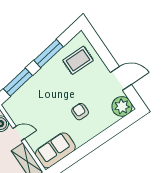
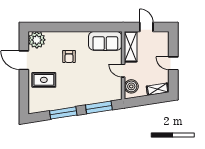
rug: (78, 60) -> (44, 80), moved

